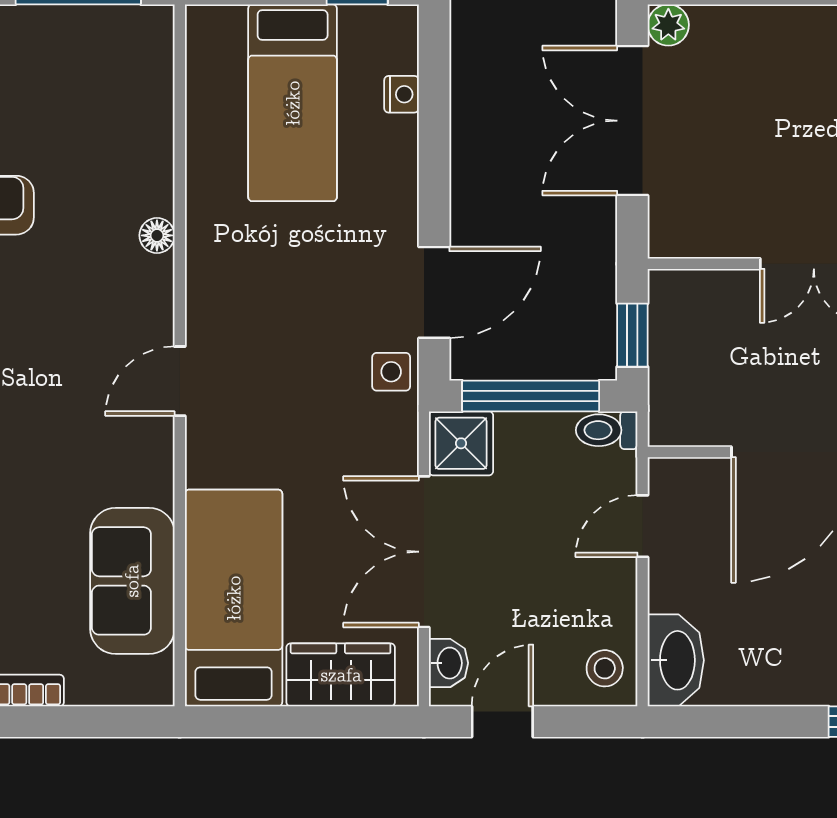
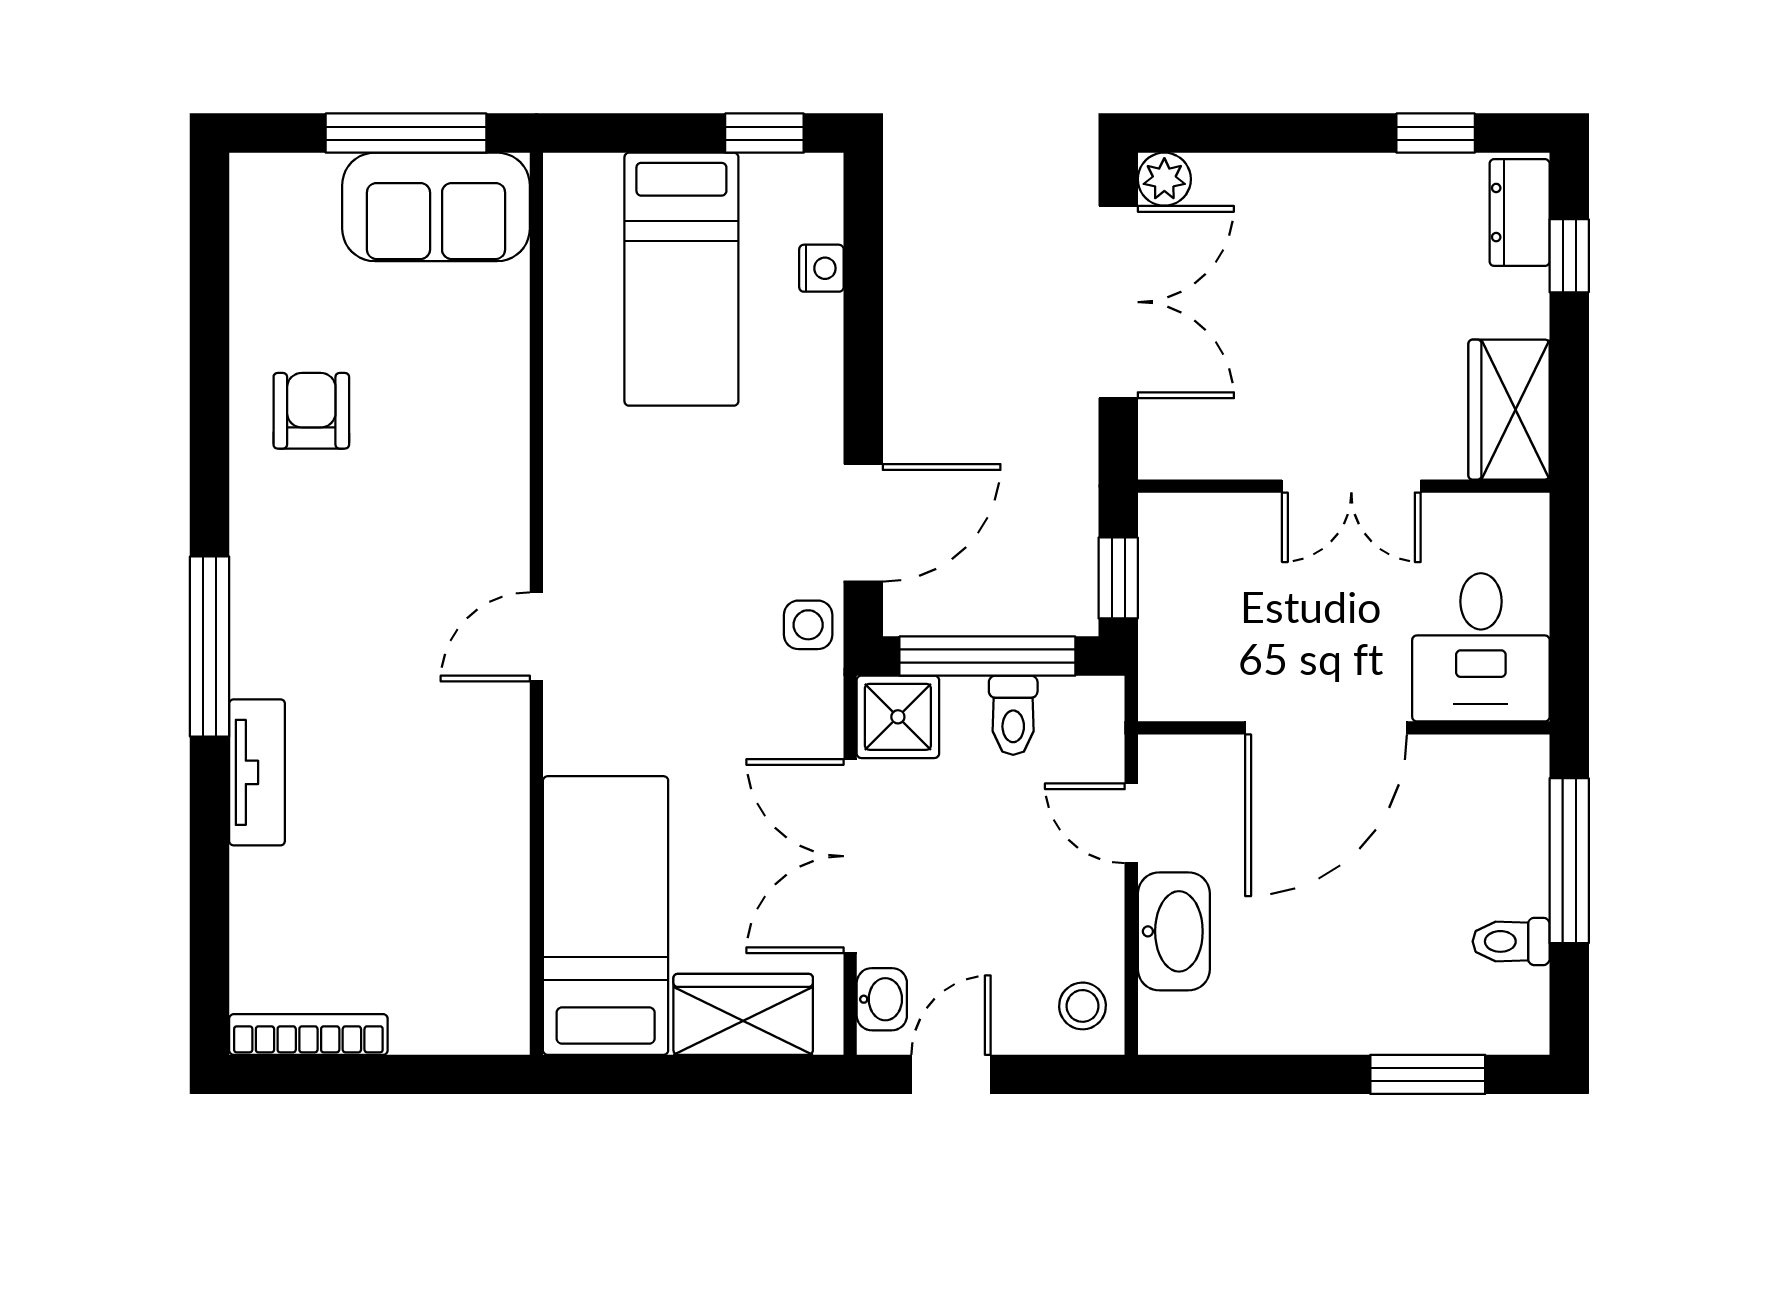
double door: (632, 121) -> (1118, 302), swing flipped
floor lamp: (157, 235) -> (507, 450), removed
toilet: (607, 430) -> (1013, 715), moved, turned -90
door: (643, 526) -> (1131, 823), hinge flipped
sofa: (132, 581) -> (436, 207), moved, turned -90
washbasin: (676, 660) -> (1174, 931), moved

